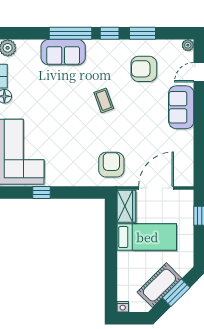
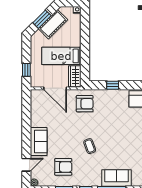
armchair: (111, 165) -> (85, 104), turned -90
door: (156, 188) -> (55, 88), hinge flipped
window: (41, 193) -> (113, 85), moved

